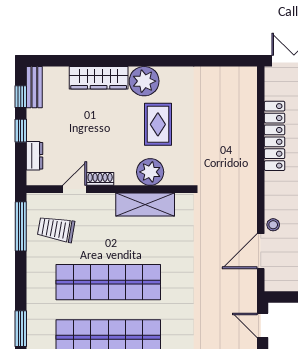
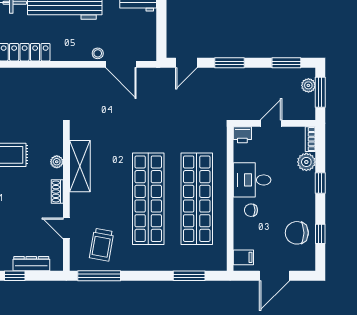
dresser: (35, 156) -> (31, 264), width x1.44
plant: (150, 172) -> (57, 162), width x0.53, depth x0.53
shoe rack: (100, 179) -> (57, 191), moved

